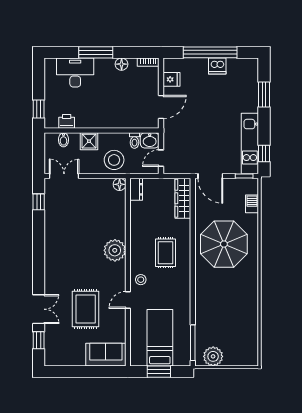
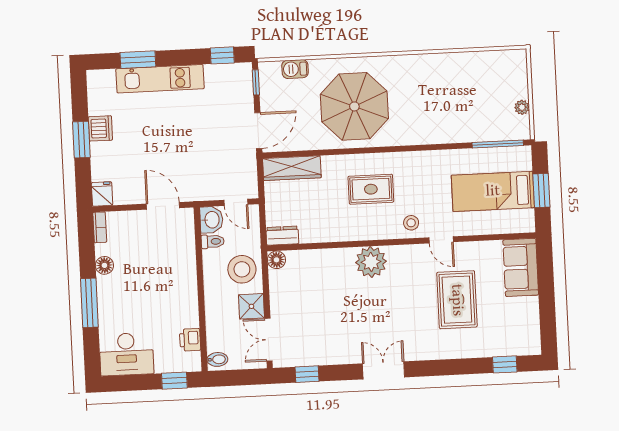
window: (210, 52) -> (81, 140), width x0.47
desk: (75, 72) -> (126, 354), moved, turned -90
fridge: (171, 79) -> (102, 194), moved
bidet: (63, 140) -> (217, 359), moved
shower: (89, 141) -> (251, 306), moved
kitchen unit: (250, 144) -> (160, 79), moved
double door: (39, 309) -> (383, 370), moved
rug: (86, 309) -> (457, 300), turned 90
plant: (213, 356) -> (522, 107), width x0.53, depth x0.53

